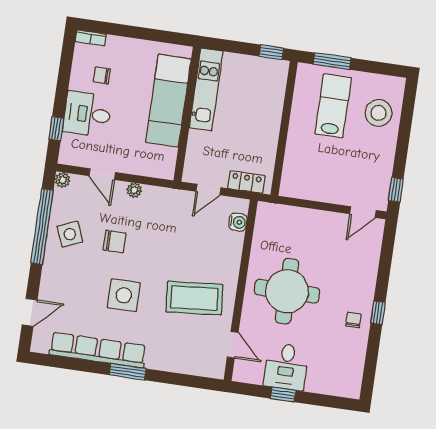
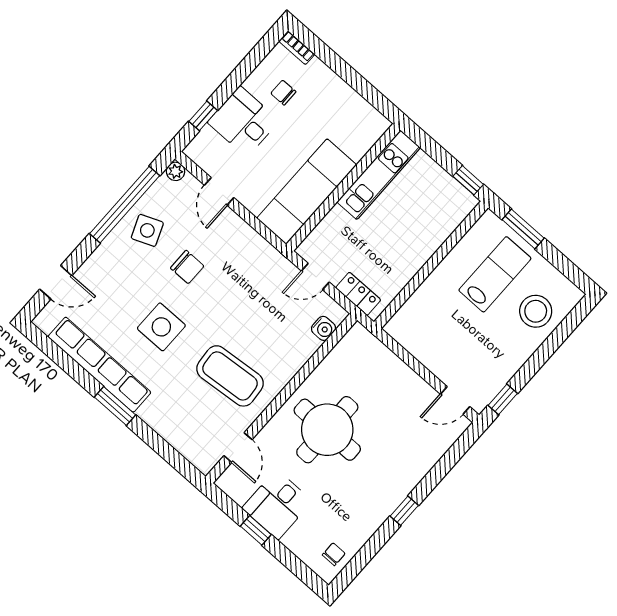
exam couch: (168, 101) -> (307, 191), moved
plant: (134, 190) -> (240, 229), removed
chair: (353, 320) -> (334, 554), moved

